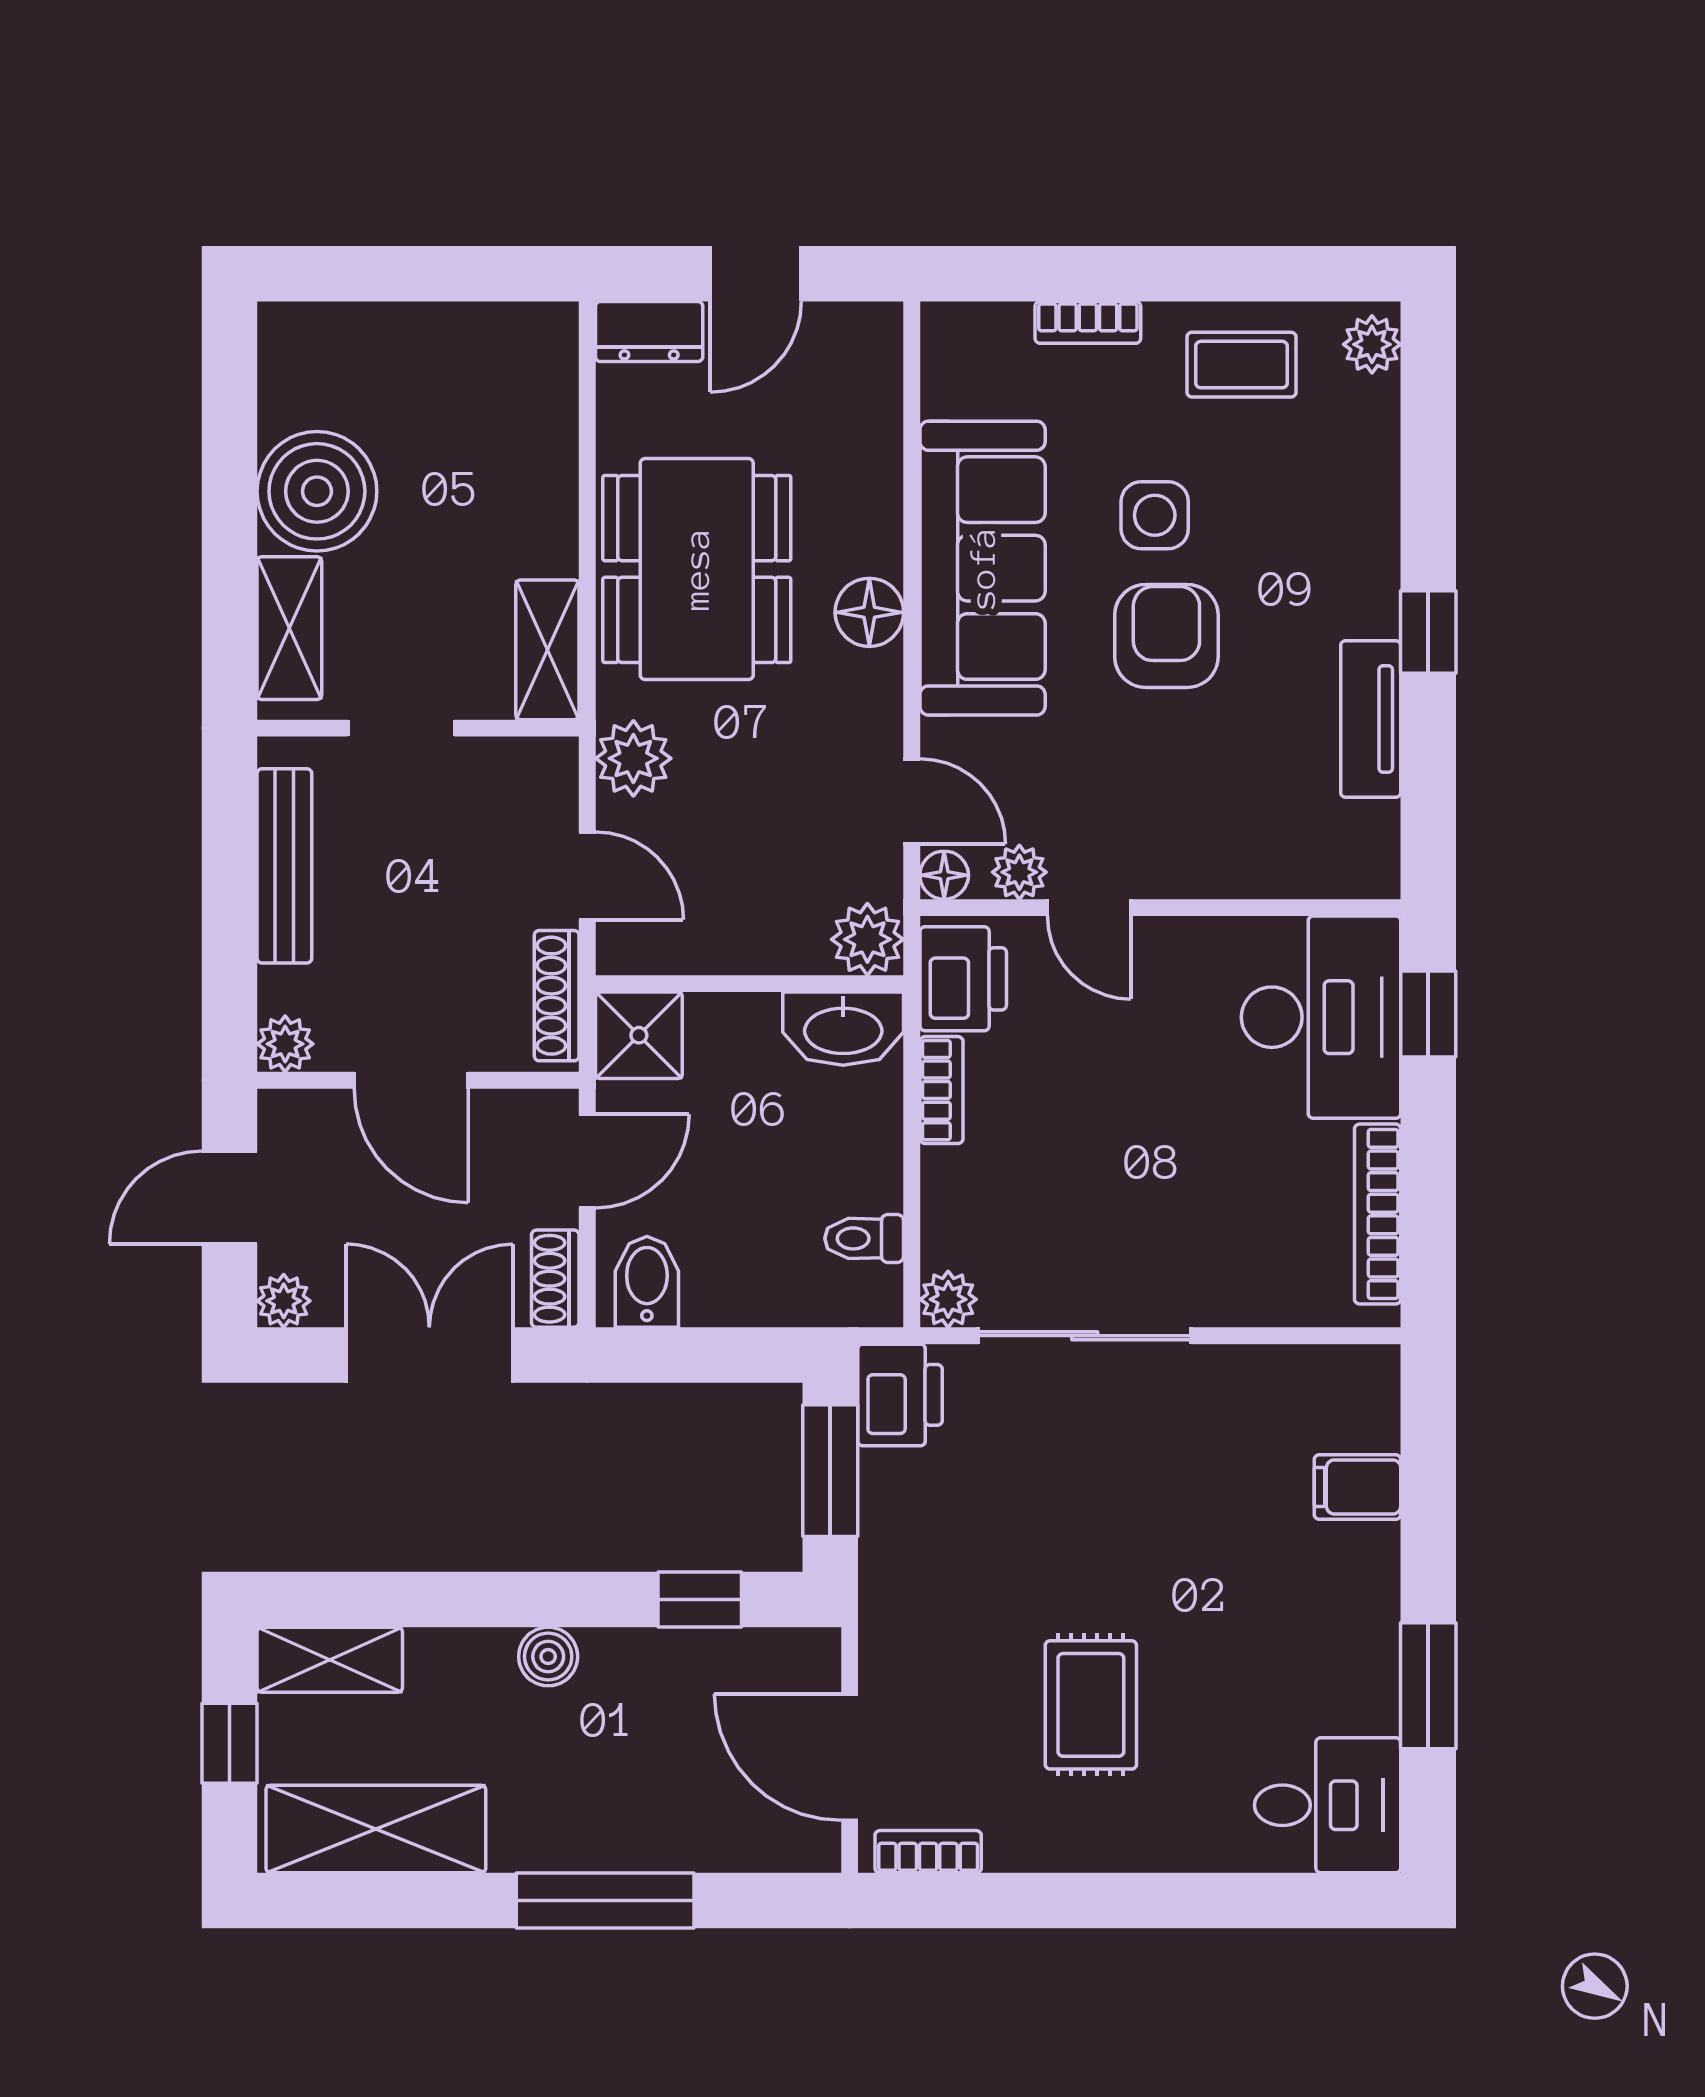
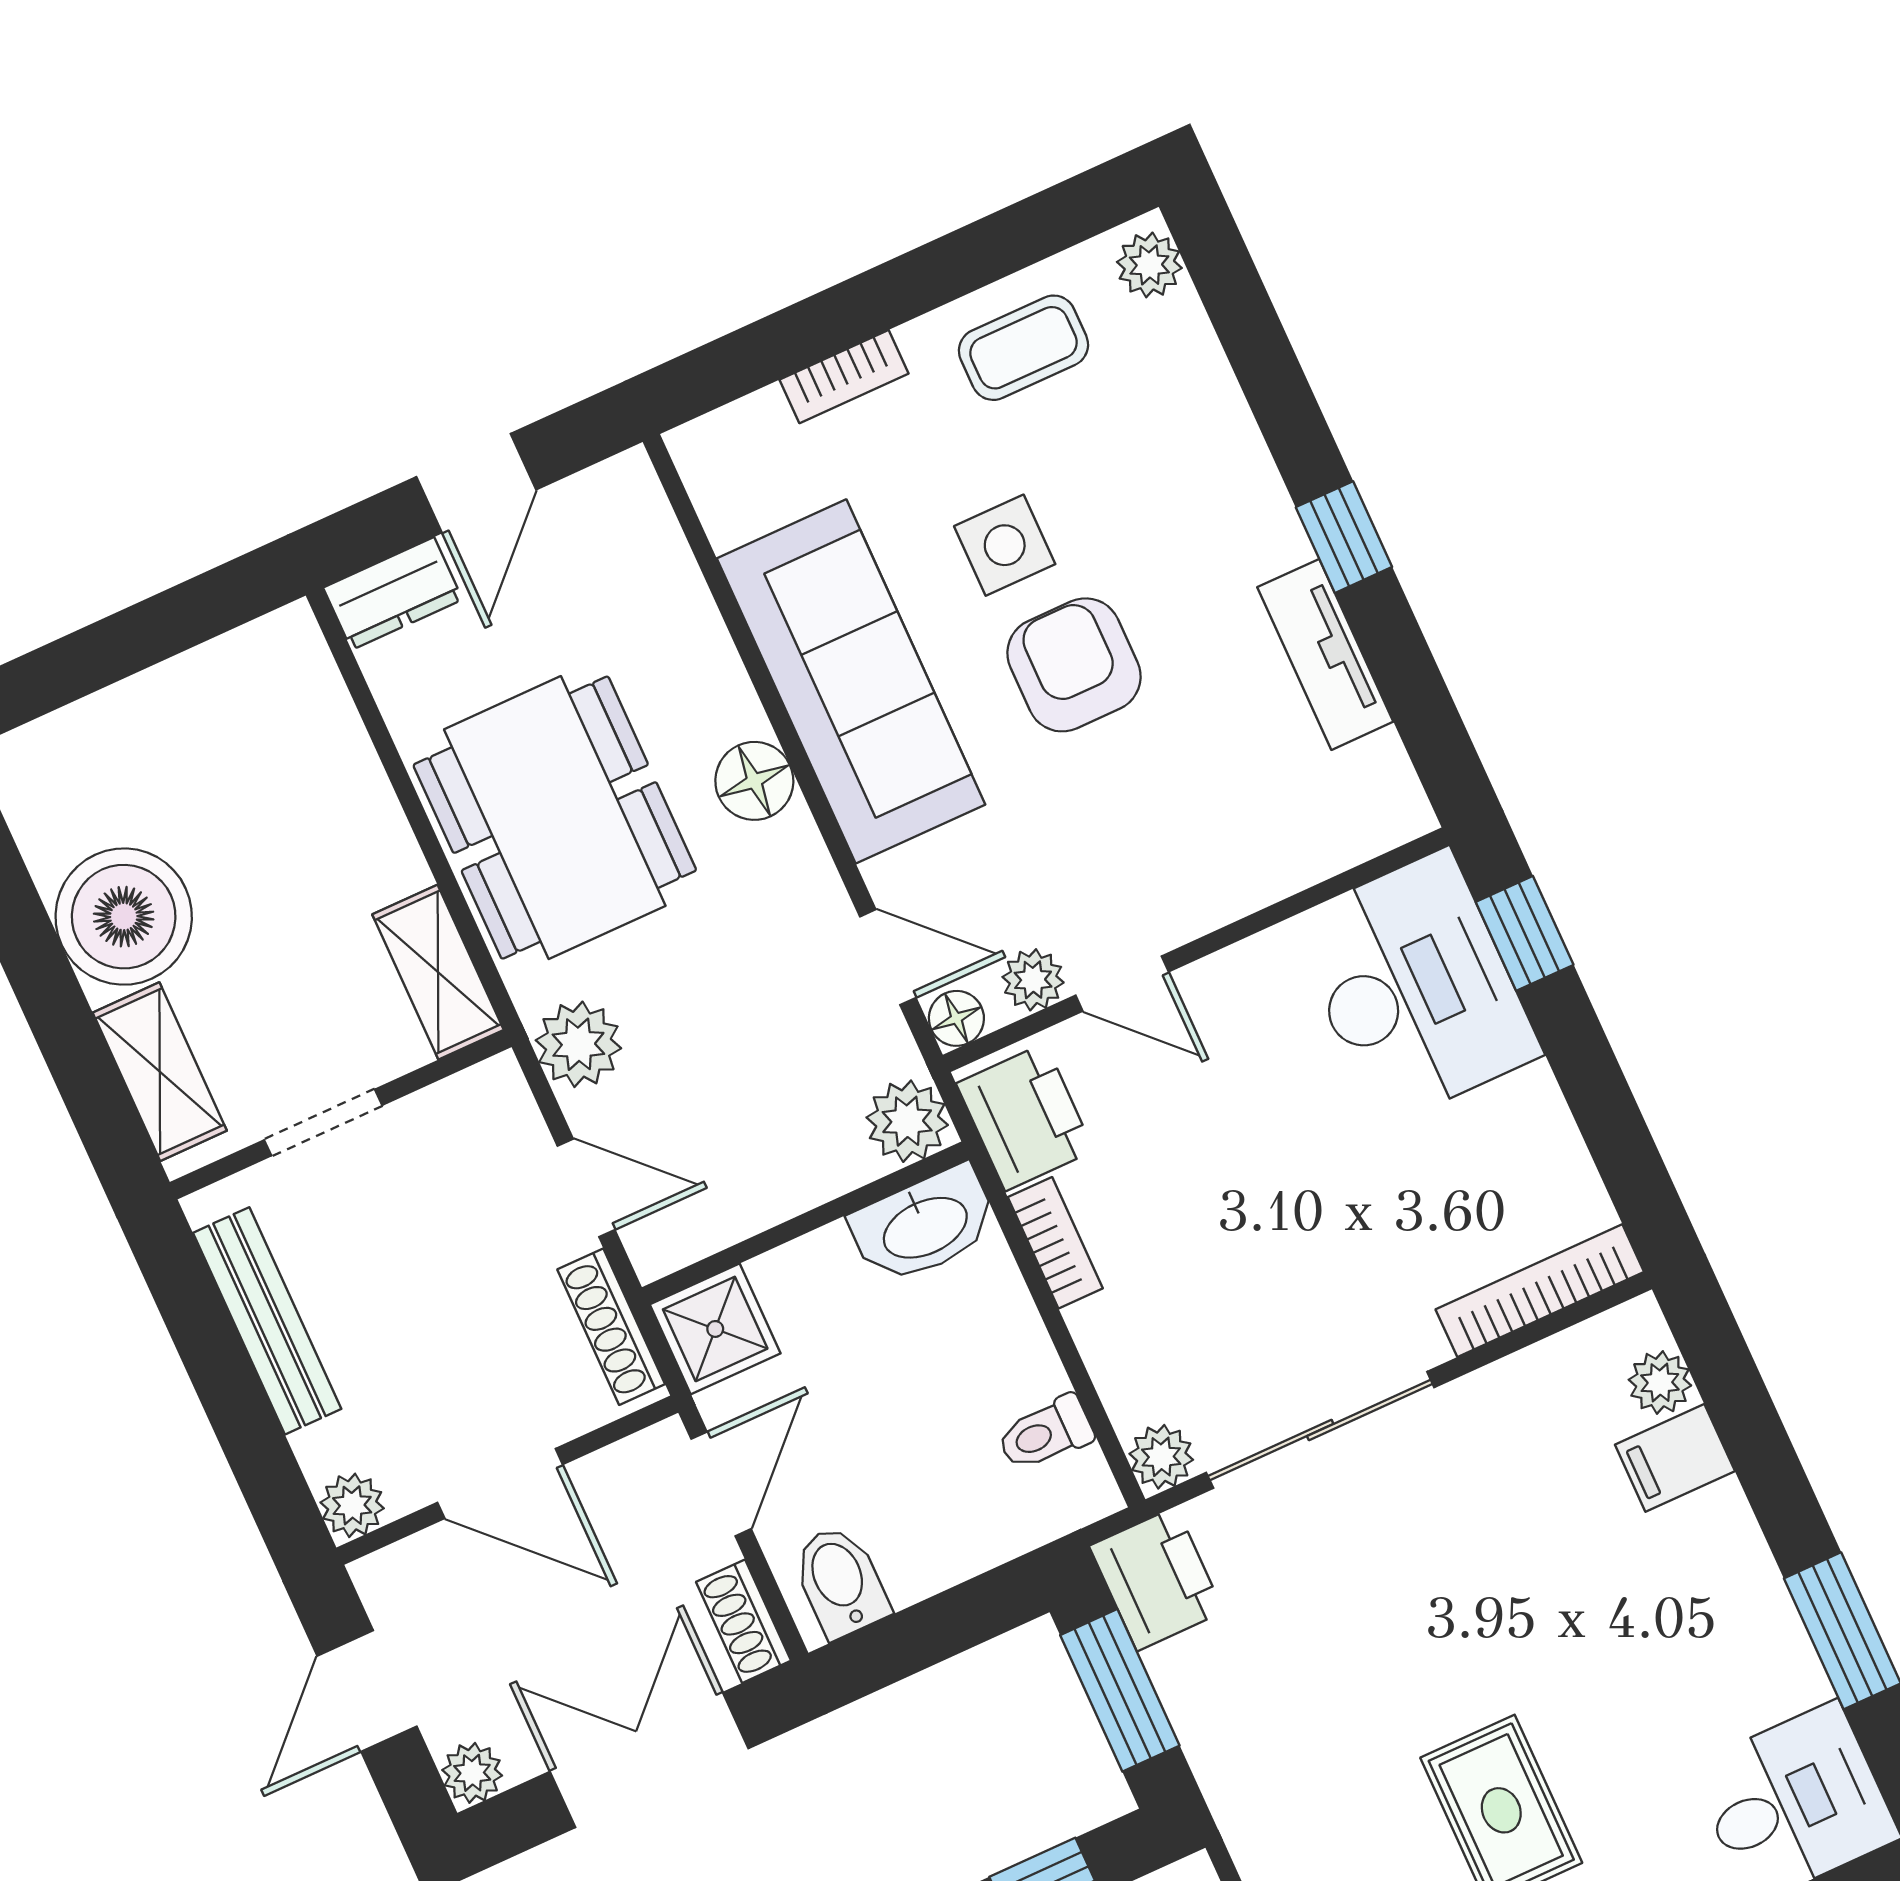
bookcase: (1378, 1214) -> (1540, 1291), moved, turned 90
plant: (1373, 1421) -> (1660, 1383), added

